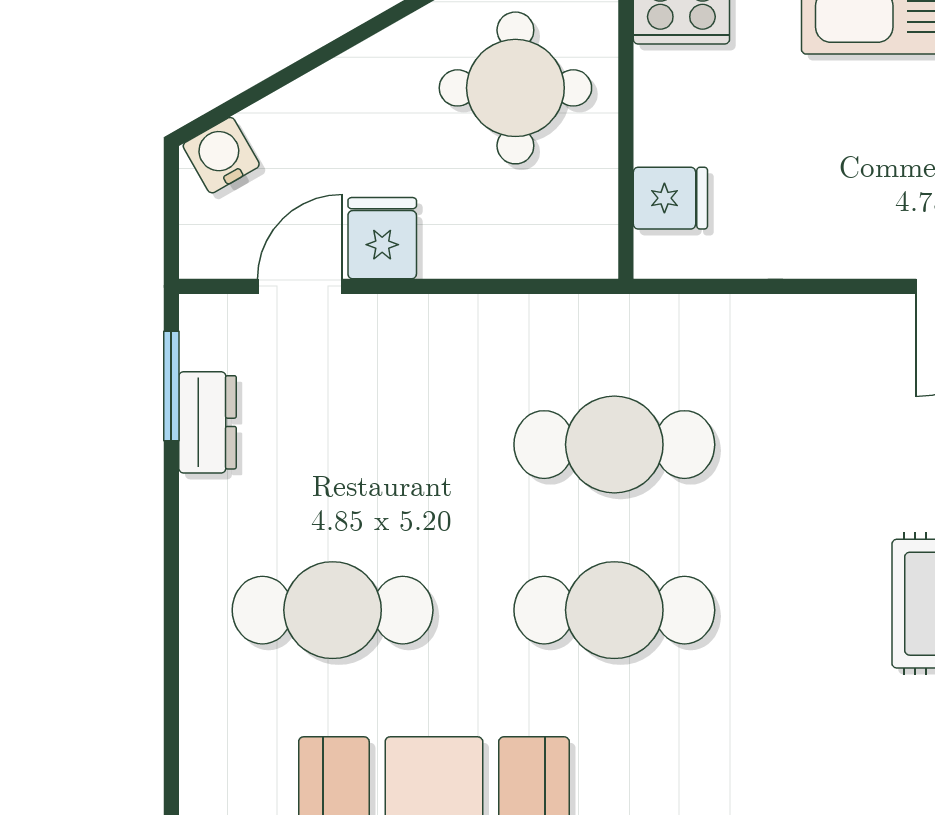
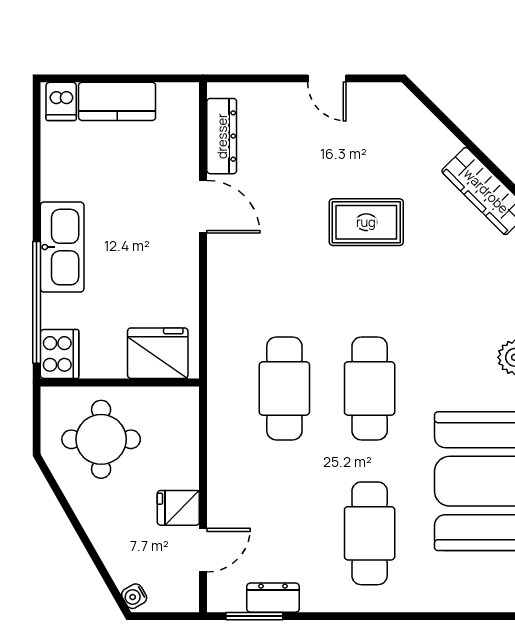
water cooler: (221, 155) -> (134, 596), width x0.72, depth x0.72
fridge: (670, 198) -> (158, 353), width x1.88, depth x1.34
door: (300, 286) -> (203, 550), swing flipped

